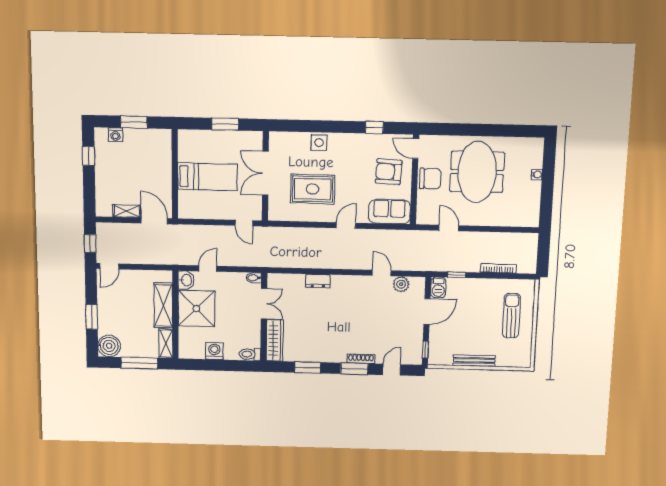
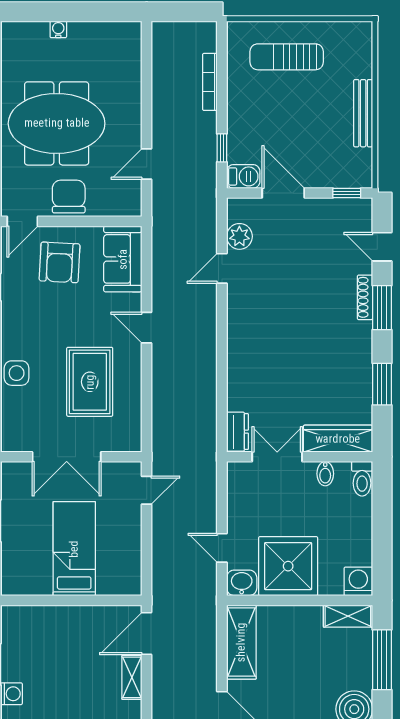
bidet: (254, 278) -> (325, 474), moved
dresser: (318, 281) -> (237, 432), moved
shelving: (163, 305) -> (241, 642), moved, turned 90
washing machine: (214, 351) -> (358, 581), moved, turned 90

